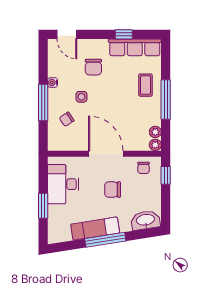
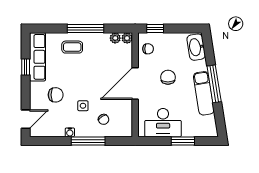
chair: (113, 190) -> (168, 77), turned 180

